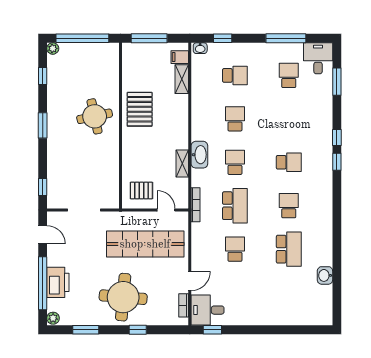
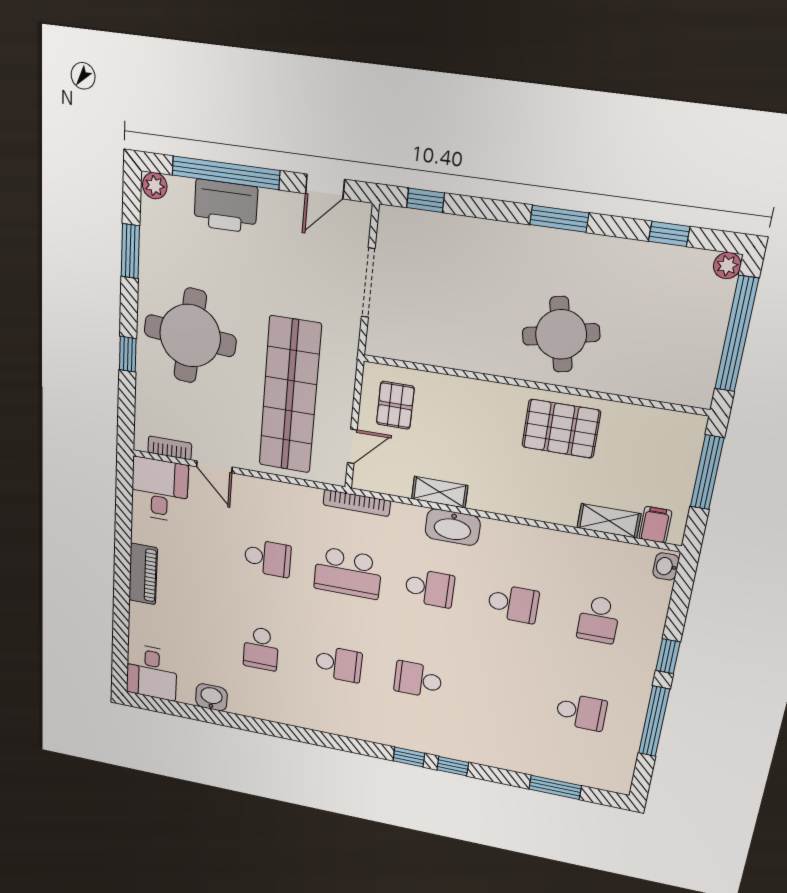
window: (223, 38) -> (668, 656), moved
desk: (318, 58) -> (152, 672), moved, turned 90
school desk: (289, 162) -> (418, 680), turned 90
school desk: (289, 249) -> (261, 649), width x0.54
piano: (258, 318) -> (143, 574), added
window: (212, 330) -> (124, 492), removed

